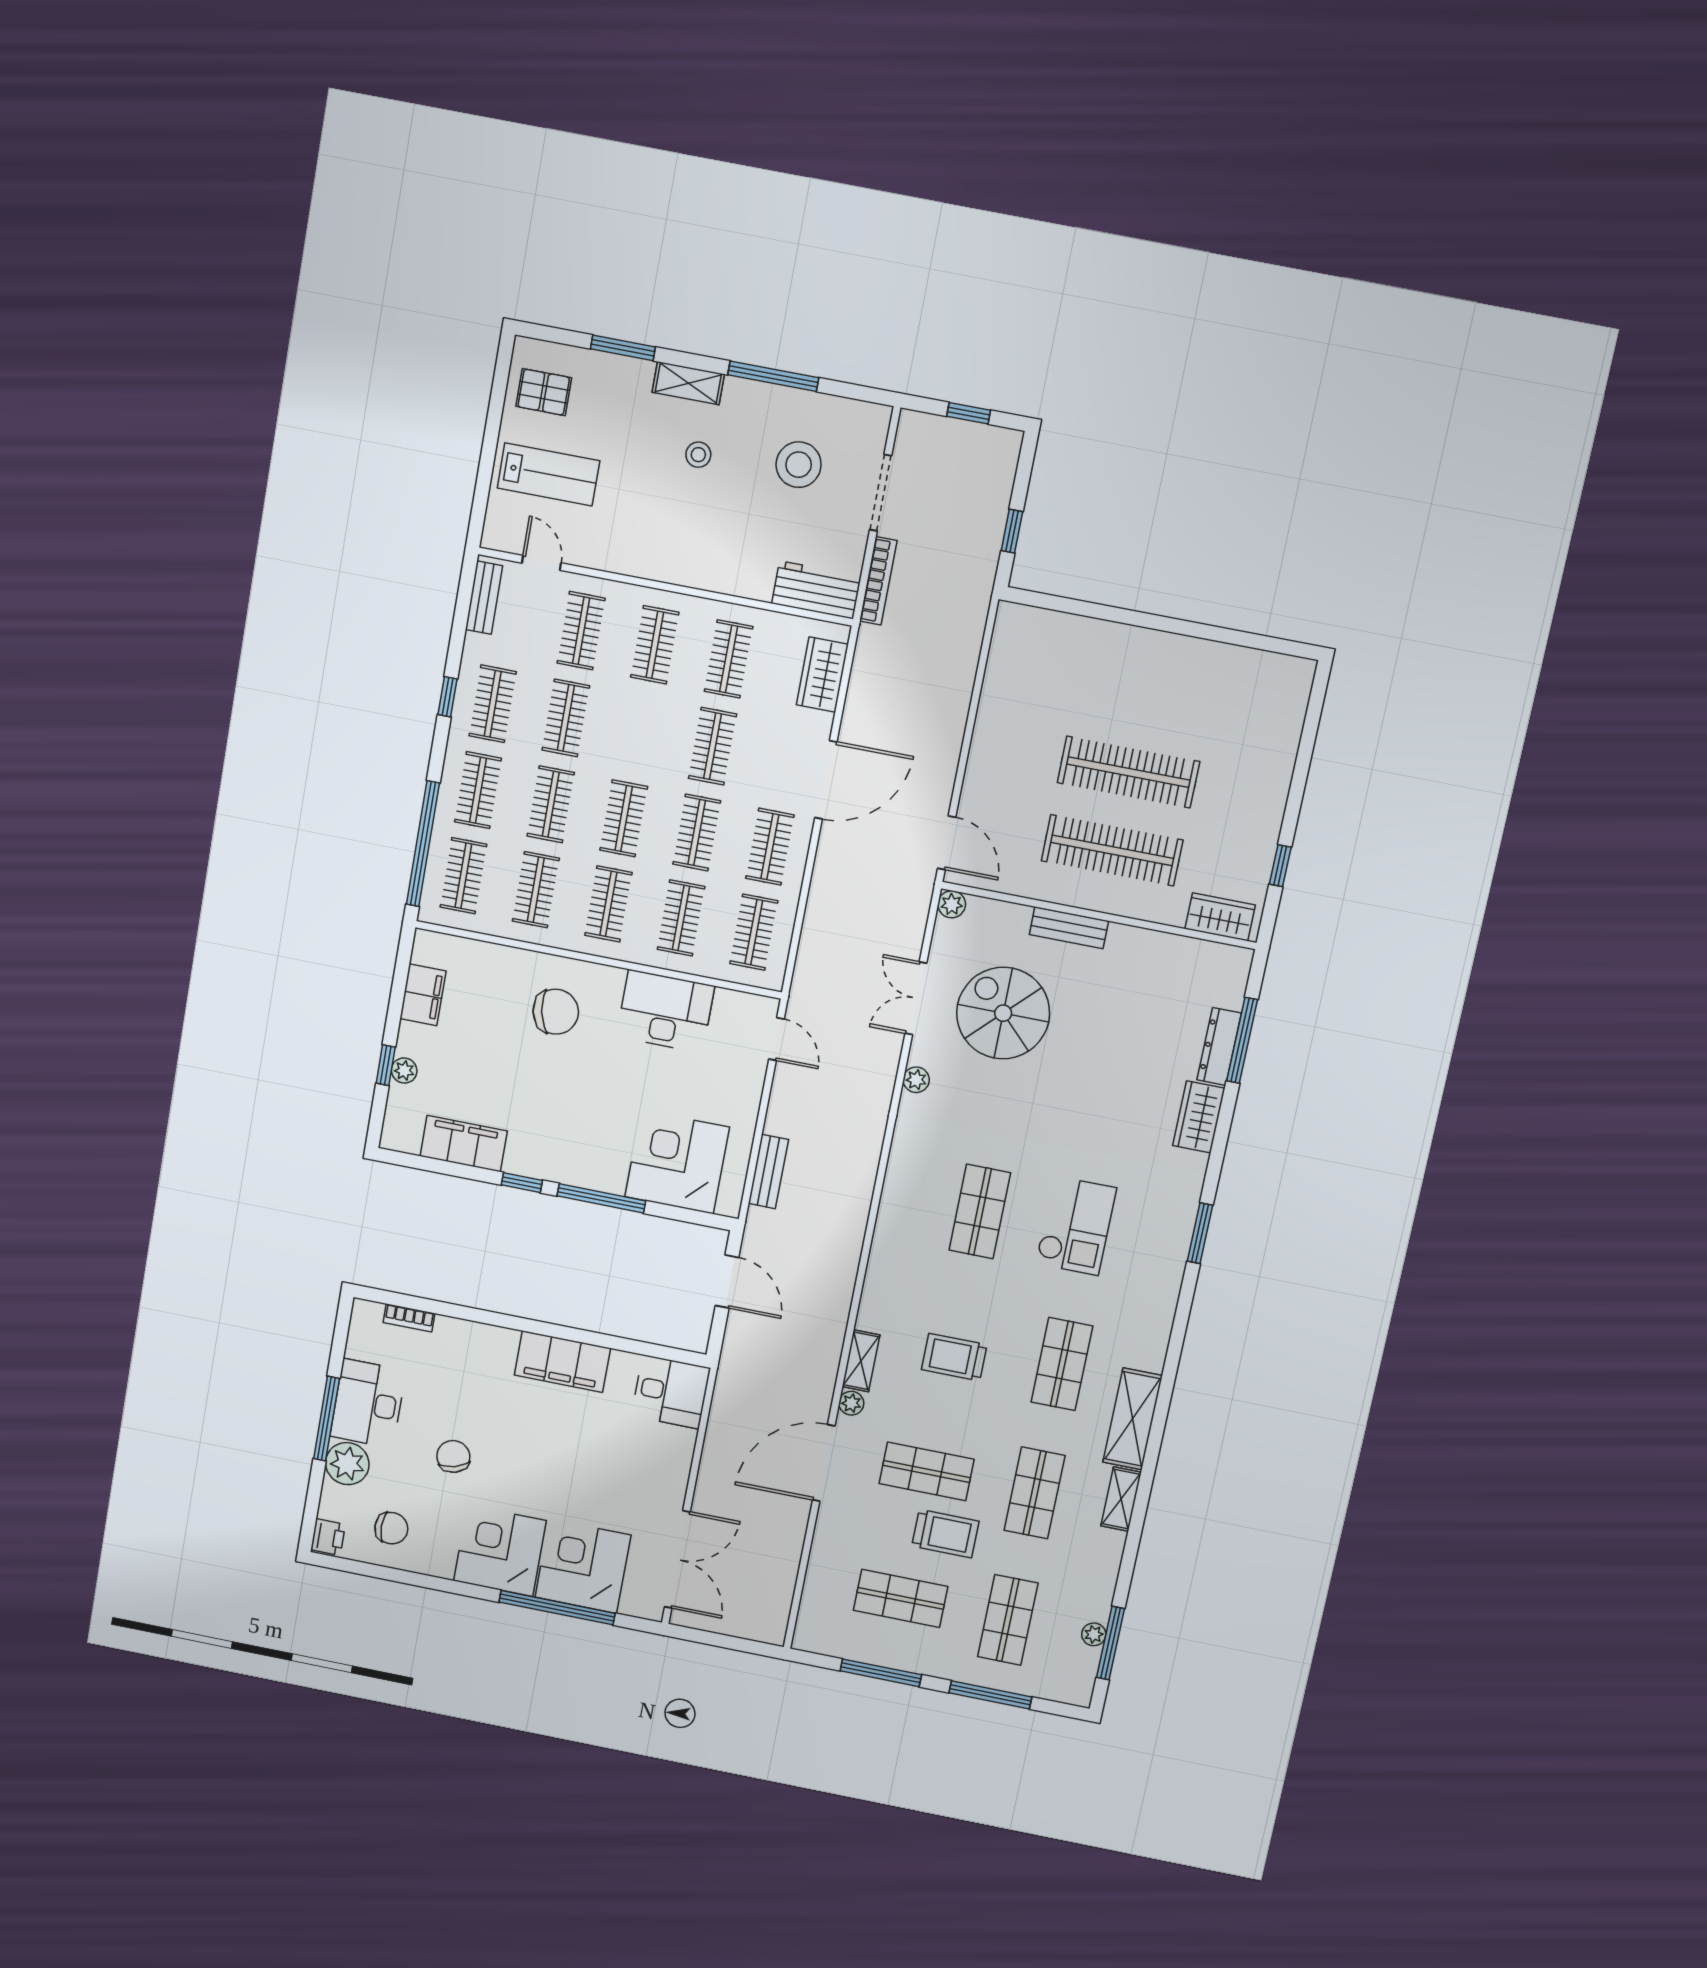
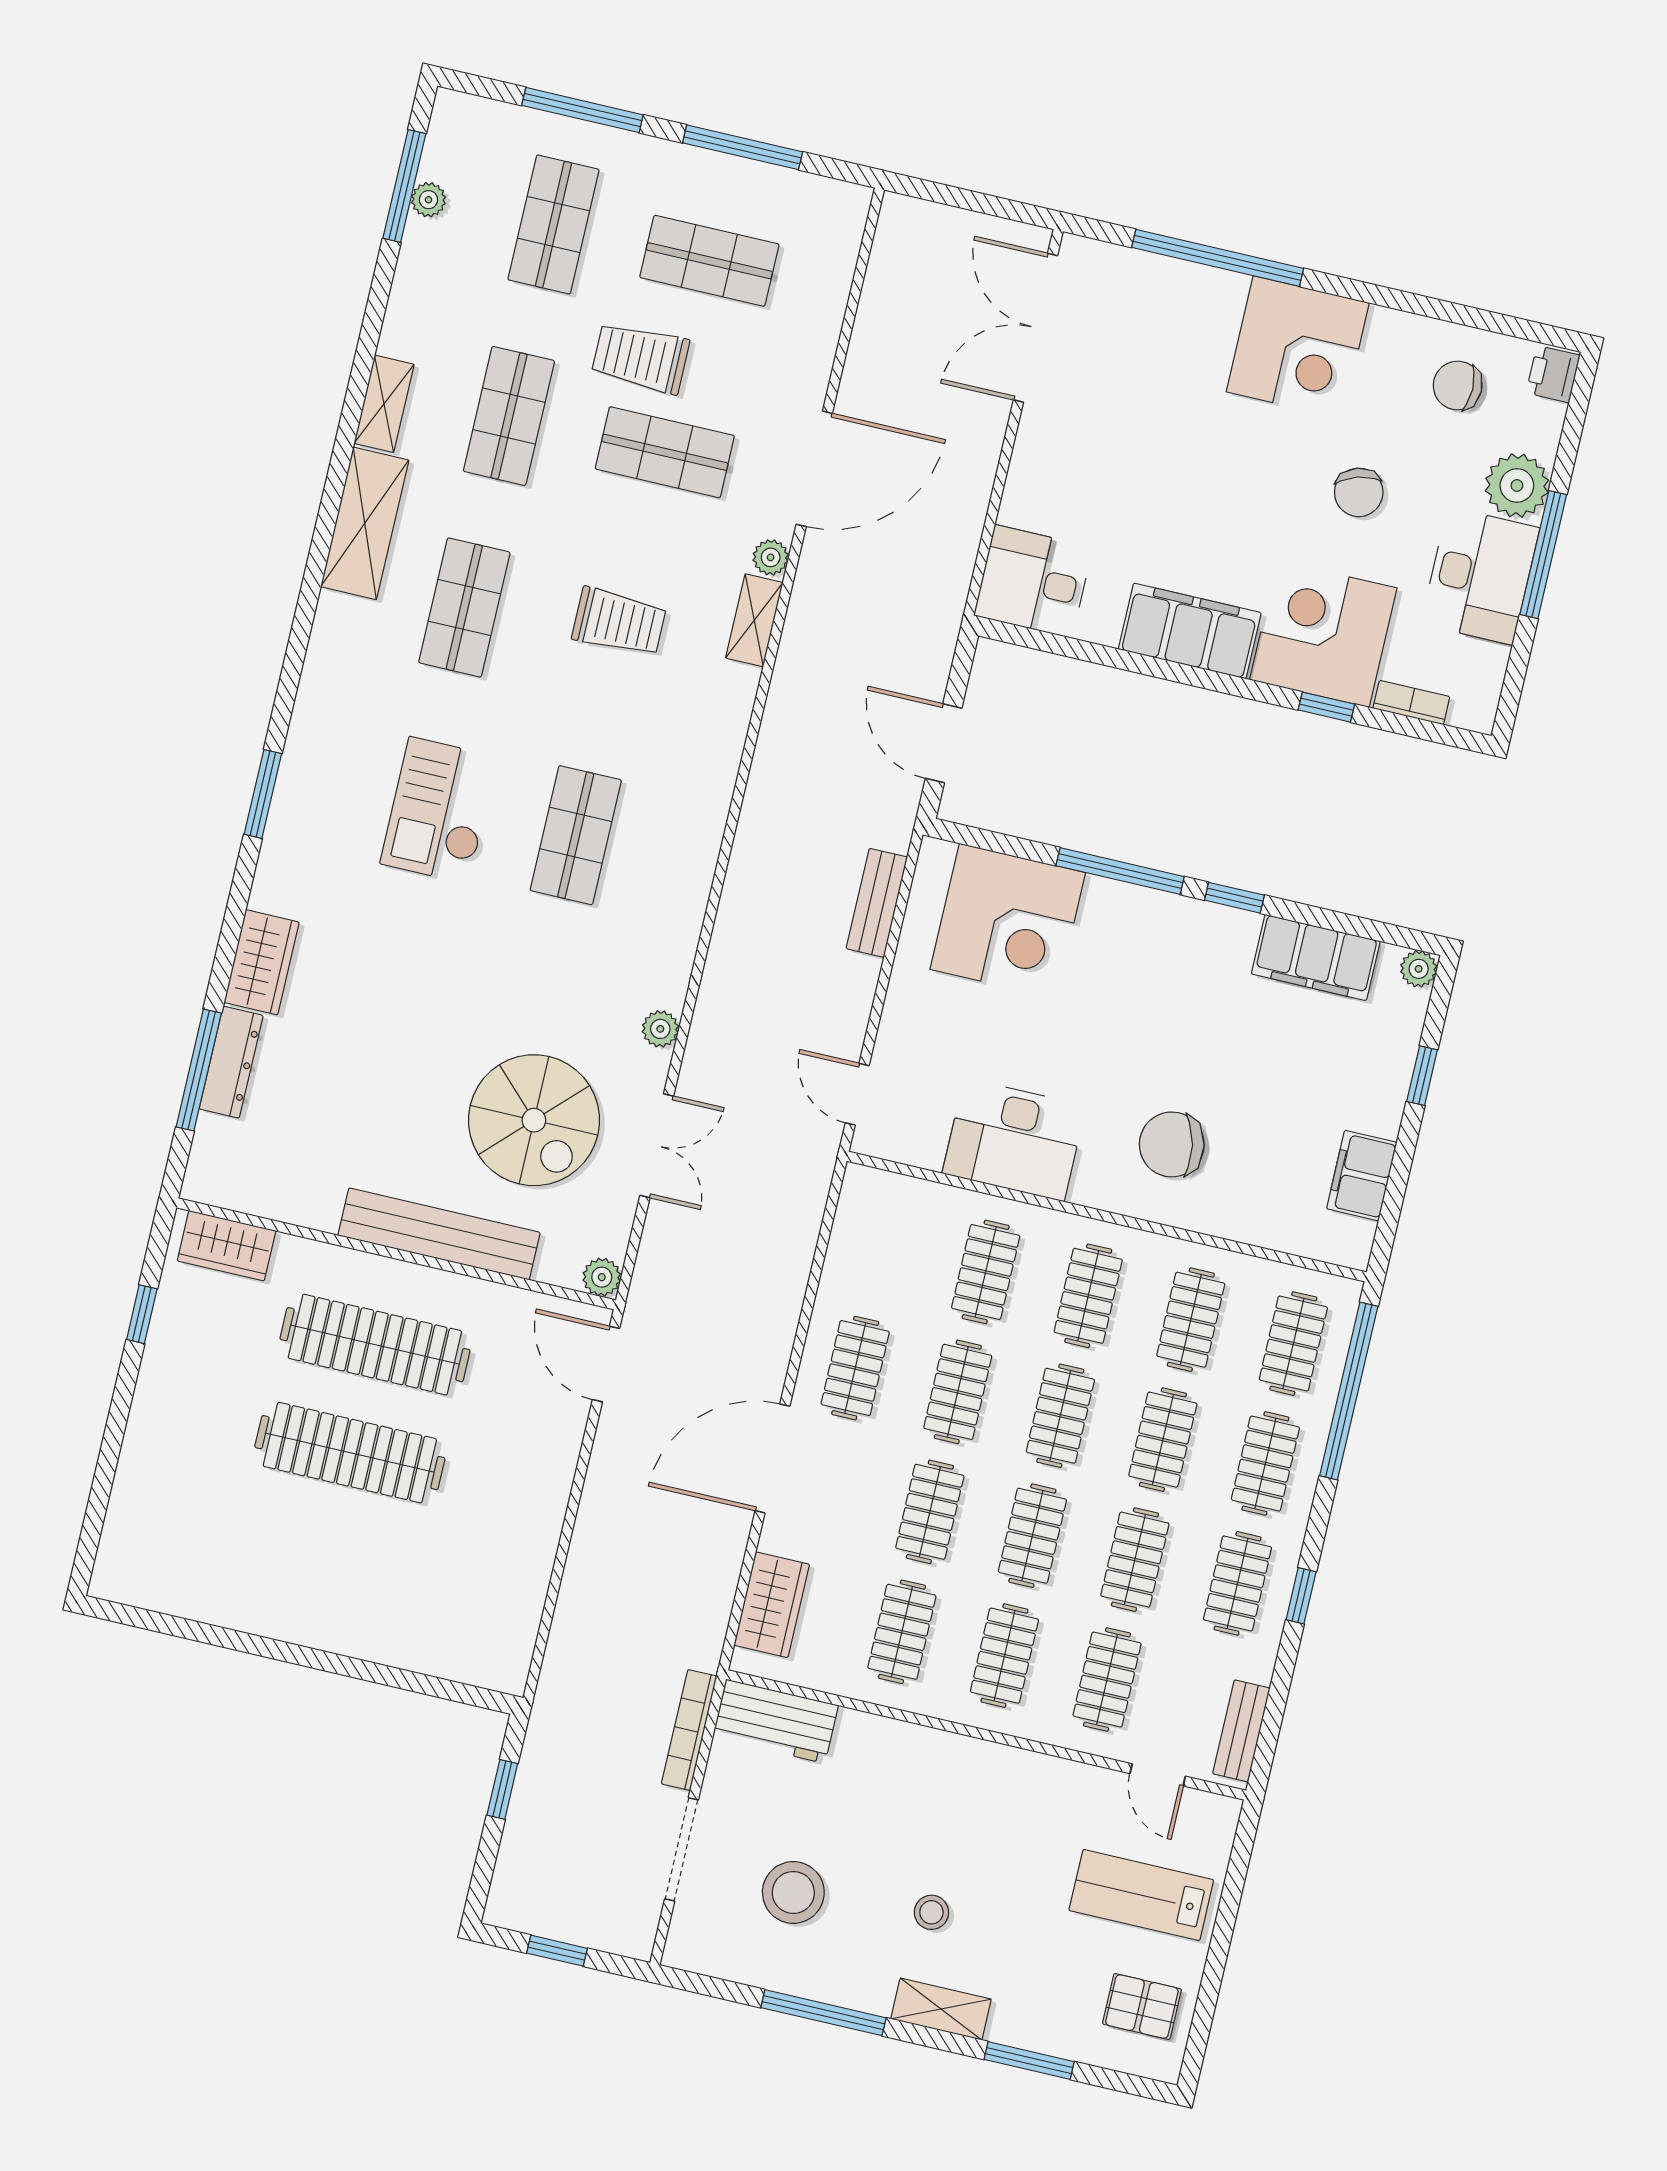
bench: (1069, 928) -> (439, 1234), width x1.86, depth x1.21
clothes rail: (754, 932) -> (1032, 1536), moved
plant: (404, 1071) -> (1419, 969), moved
window: (467, 1313) -> (1326, 707), added
corner desk: (583, 1566) -> (1323, 634), moved, turned 180

